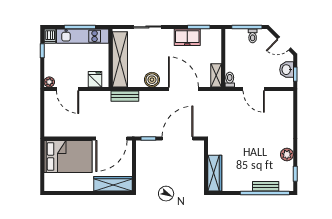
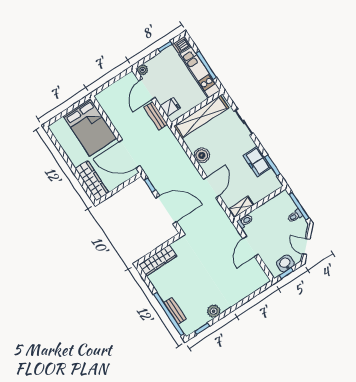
door: (183, 89) -> (211, 187), width x0.73
bench: (125, 96) -> (156, 116), moved

